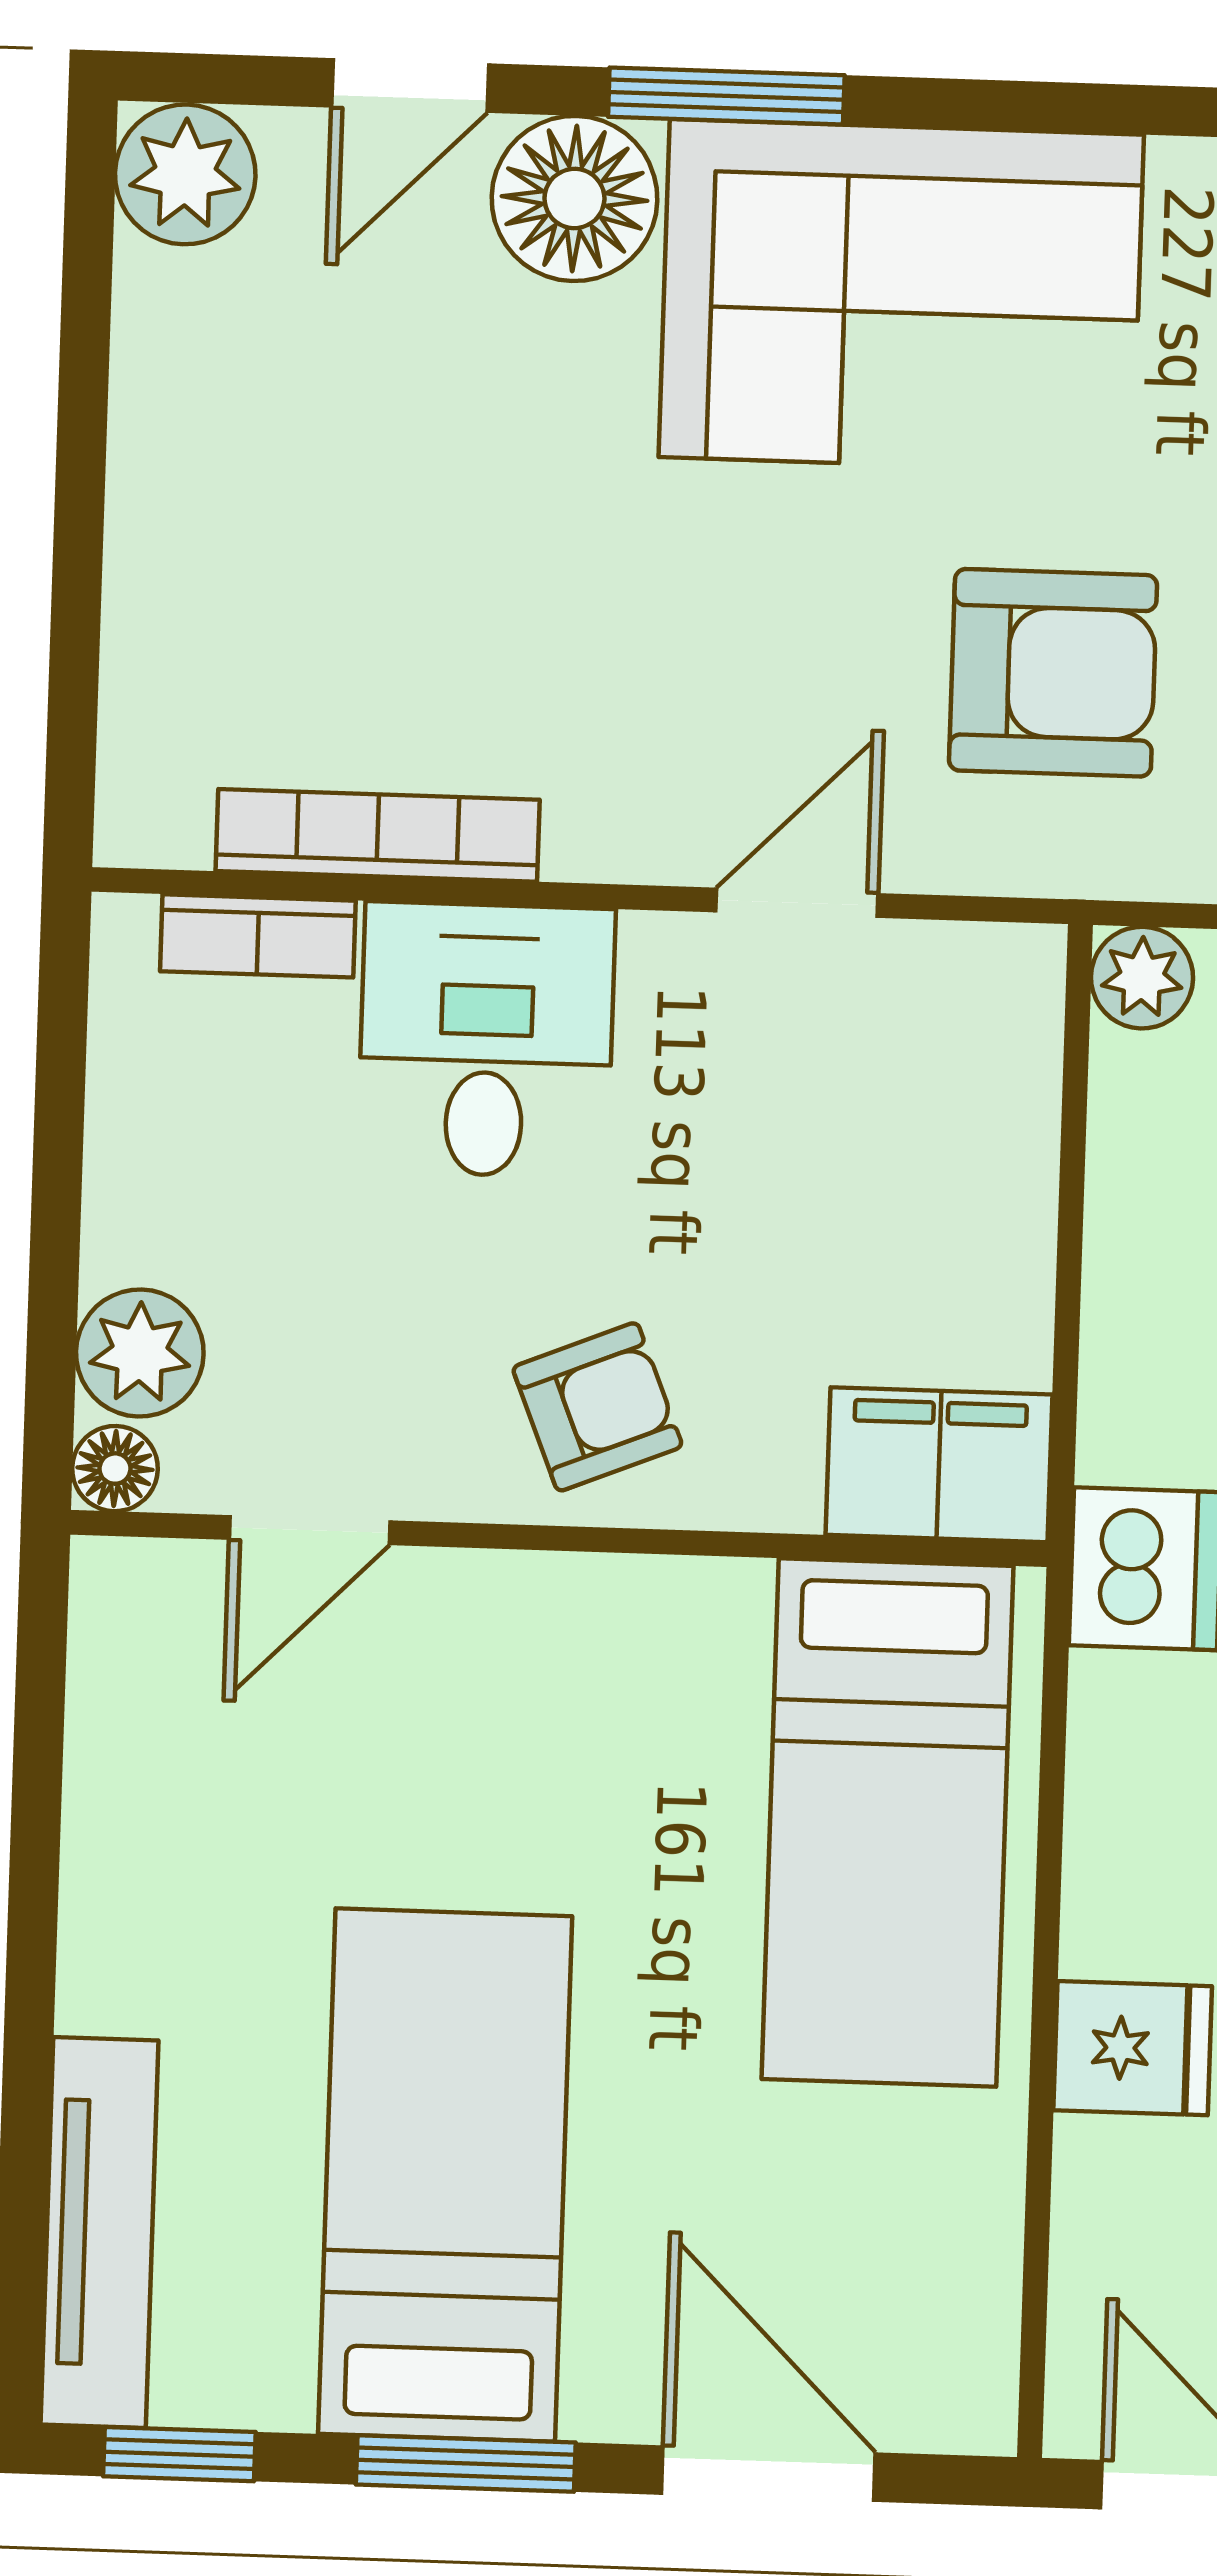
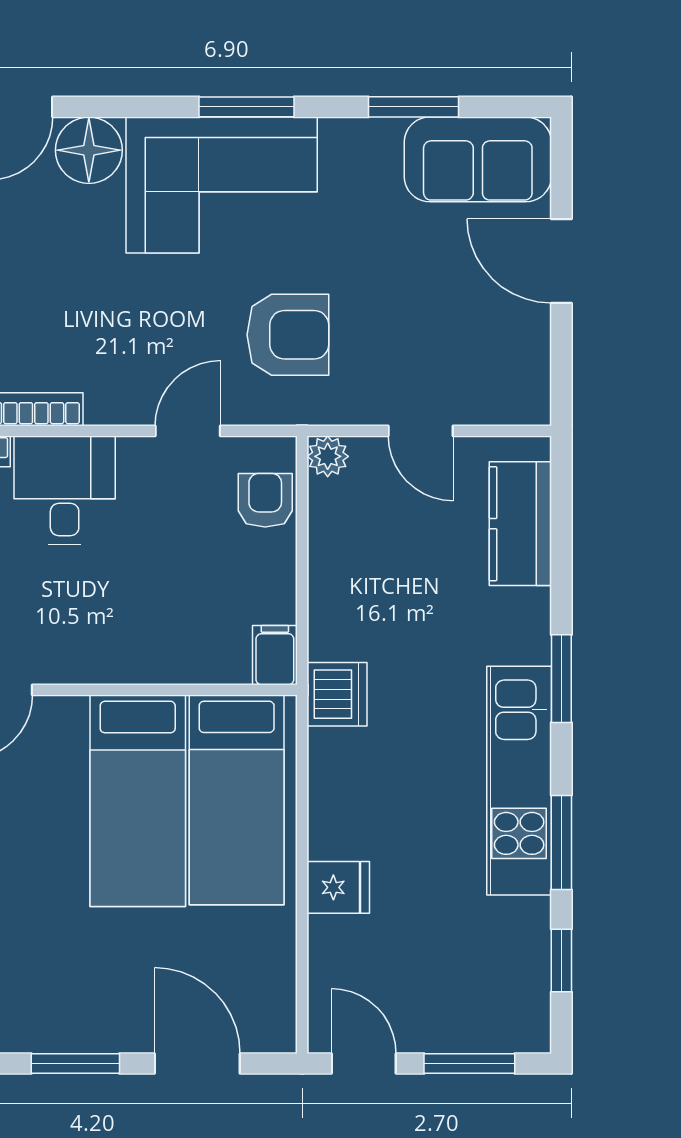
window: (726, 96) -> (246, 107), moved
armchair: (597, 1407) -> (265, 500), moved, turned -68
filing cabinet: (939, 1465) -> (275, 655), width x0.50
bed: (445, 2175) -> (138, 801), moved, turned 180

